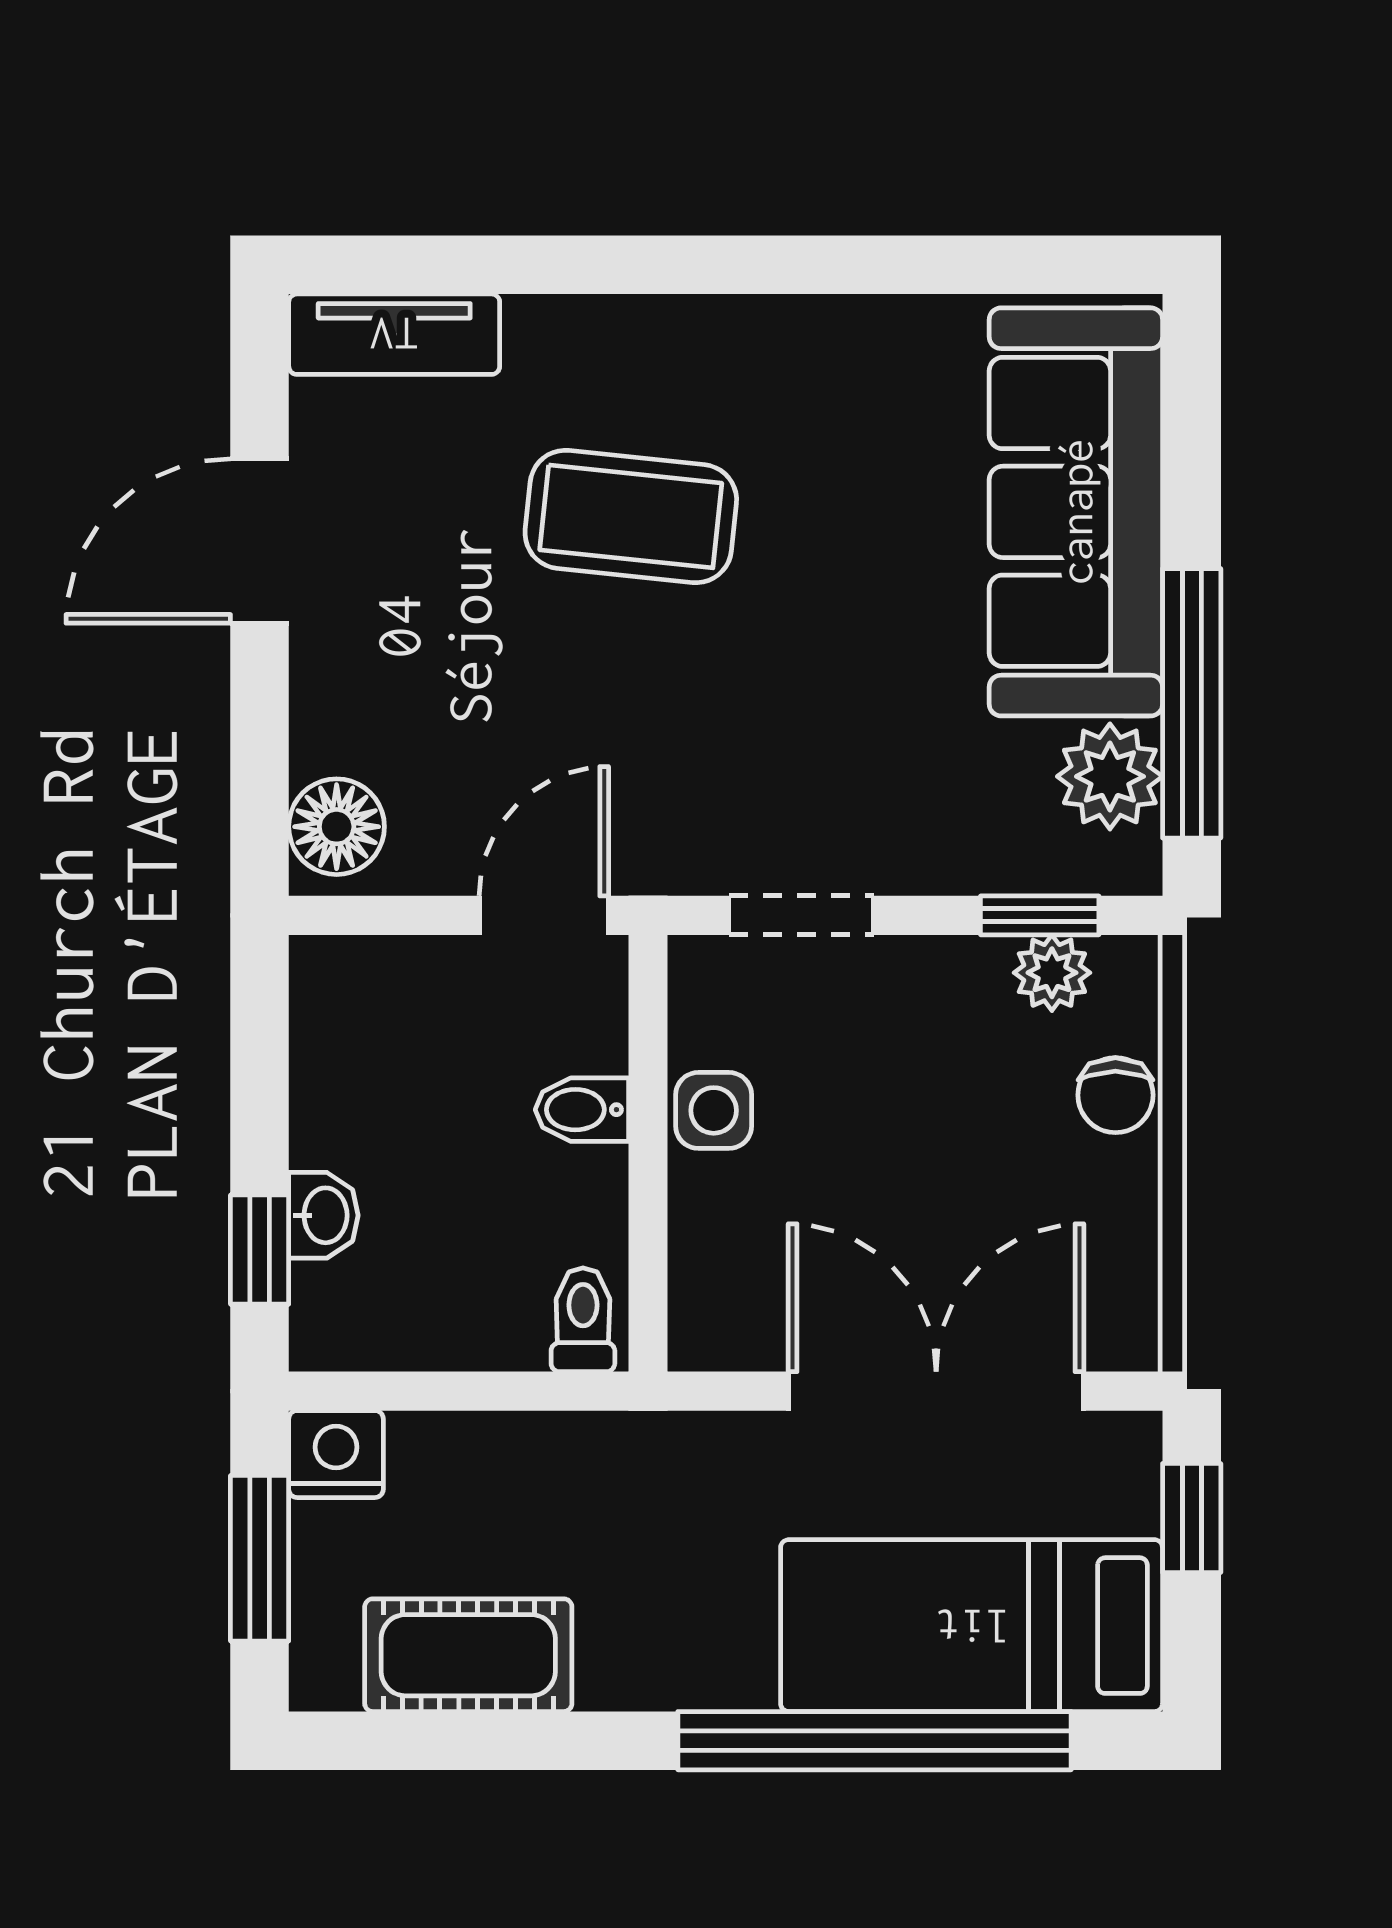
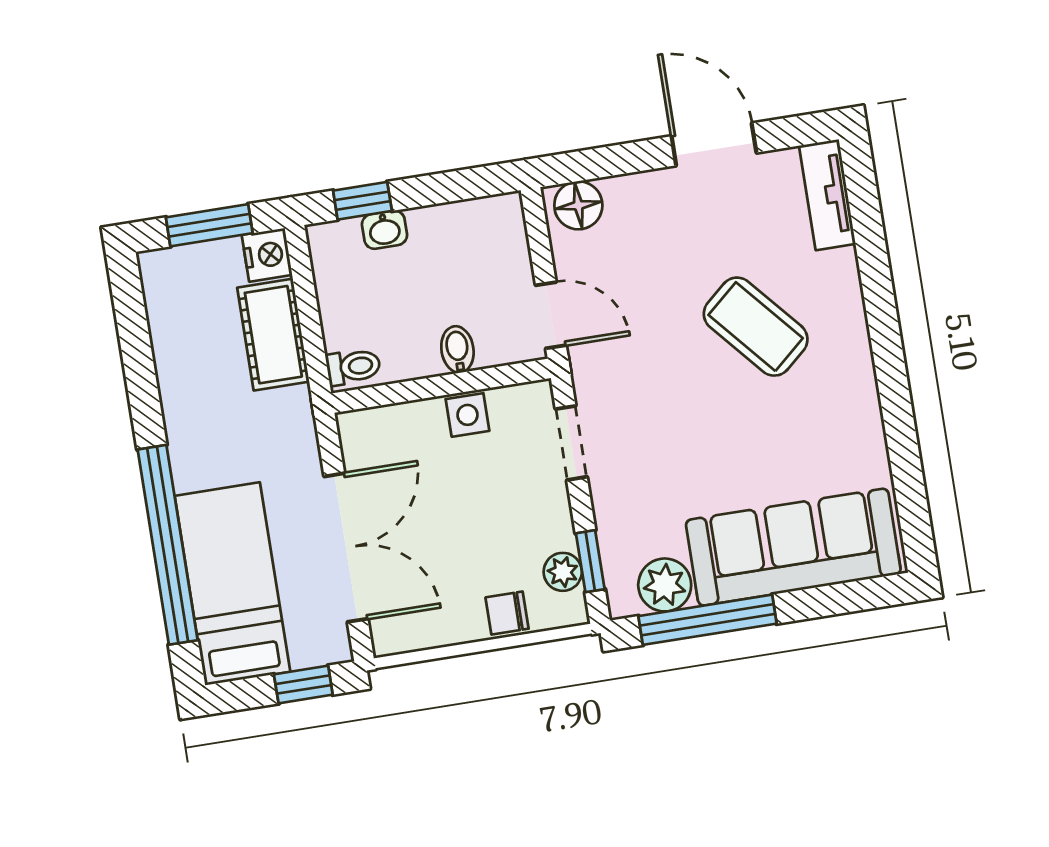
coffee table: (631, 516) -> (756, 327), turned -47
cot: (468, 1655) -> (273, 335), moved

